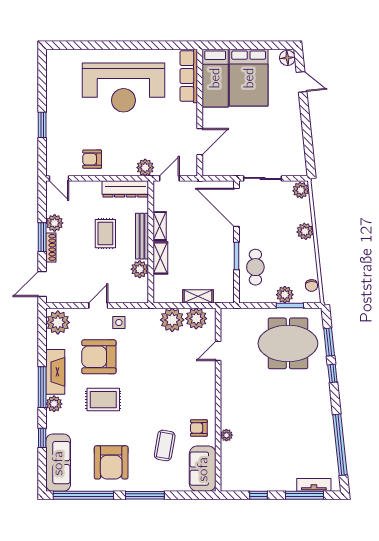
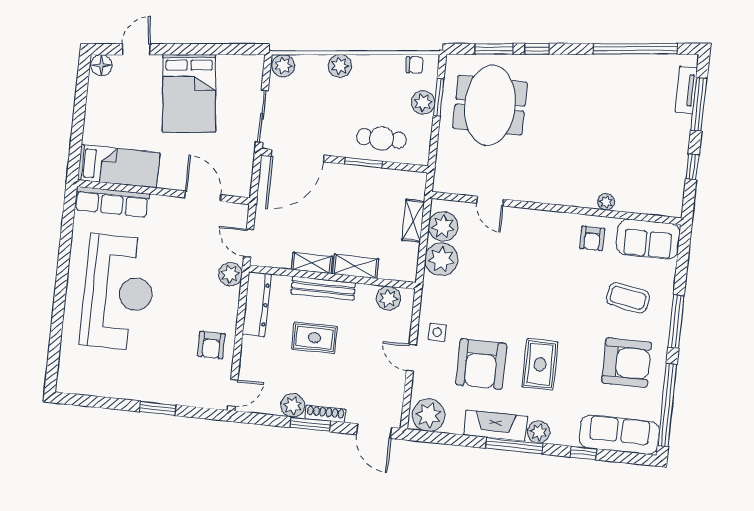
bed: (249, 78) -> (189, 93), moved, turned 84
plant: (140, 269) -> (388, 298), moved
coffee table: (165, 445) -> (628, 298), moved

